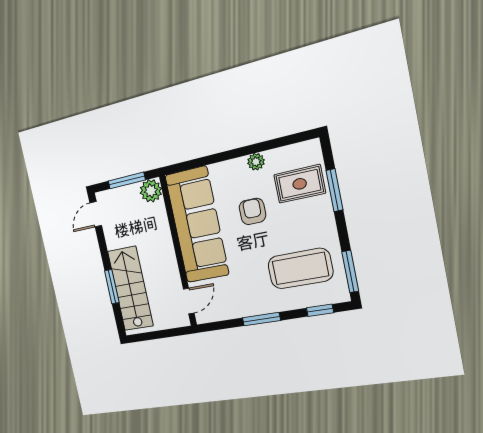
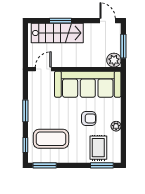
window: (334, 190) -> (102, 165), moved
coffee table: (300, 269) -> (51, 139), turned 90
door: (189, 301) -> (43, 69), swing flipped

